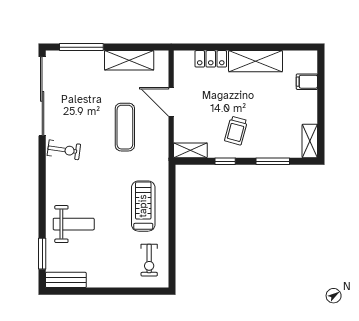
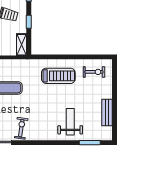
treadmill: (143, 206) -> (58, 76), turned 180
bench: (66, 280) -> (107, 113), moved

